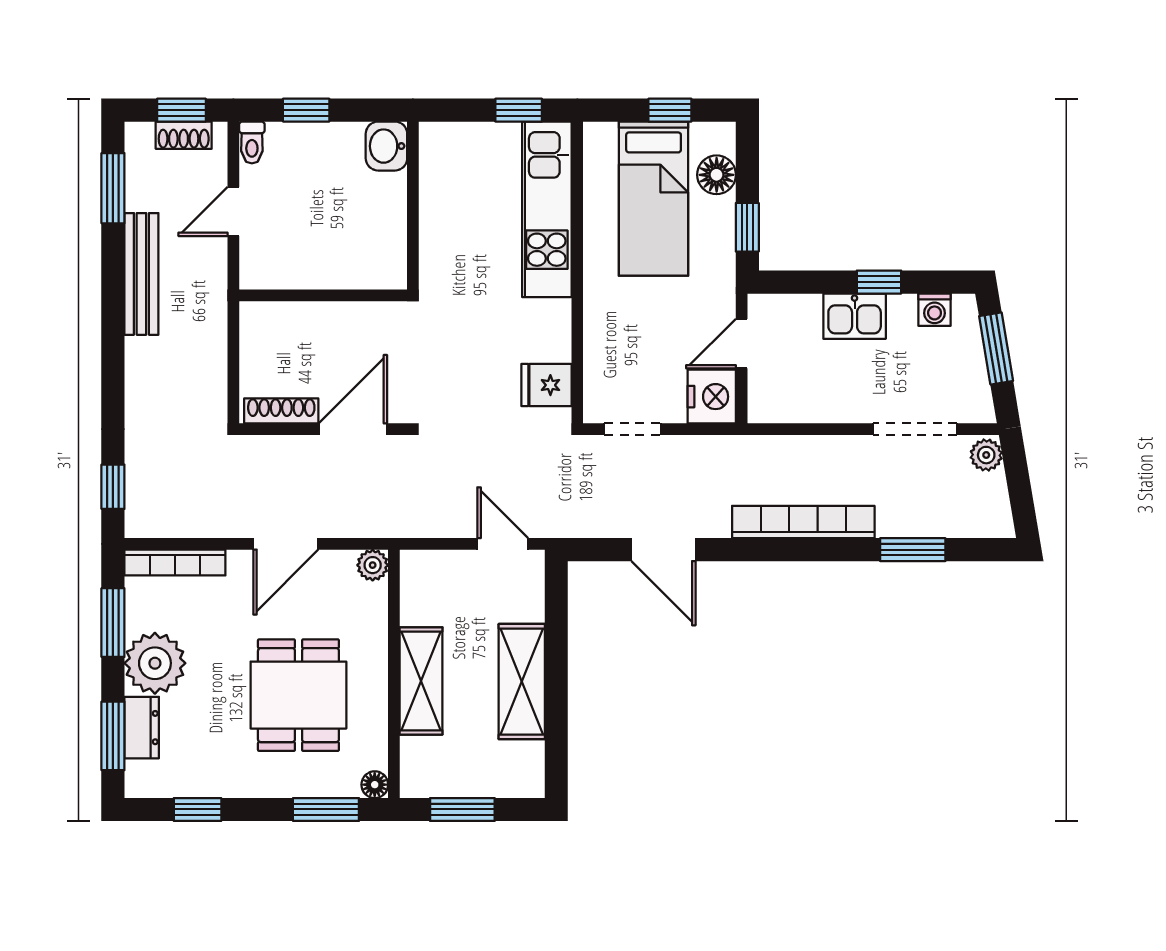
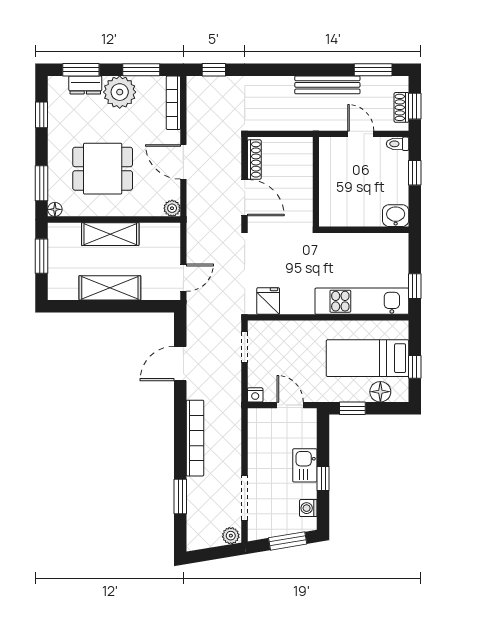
nightstand: (712, 397) -> (255, 395), width x0.53, depth x0.56

